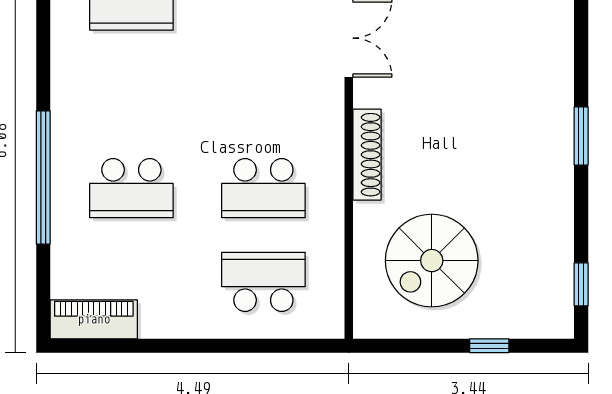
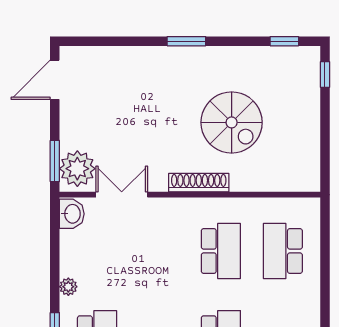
spiral stairs: (432, 261) -> (232, 122), moved
window: (489, 346) -> (325, 74), moved

